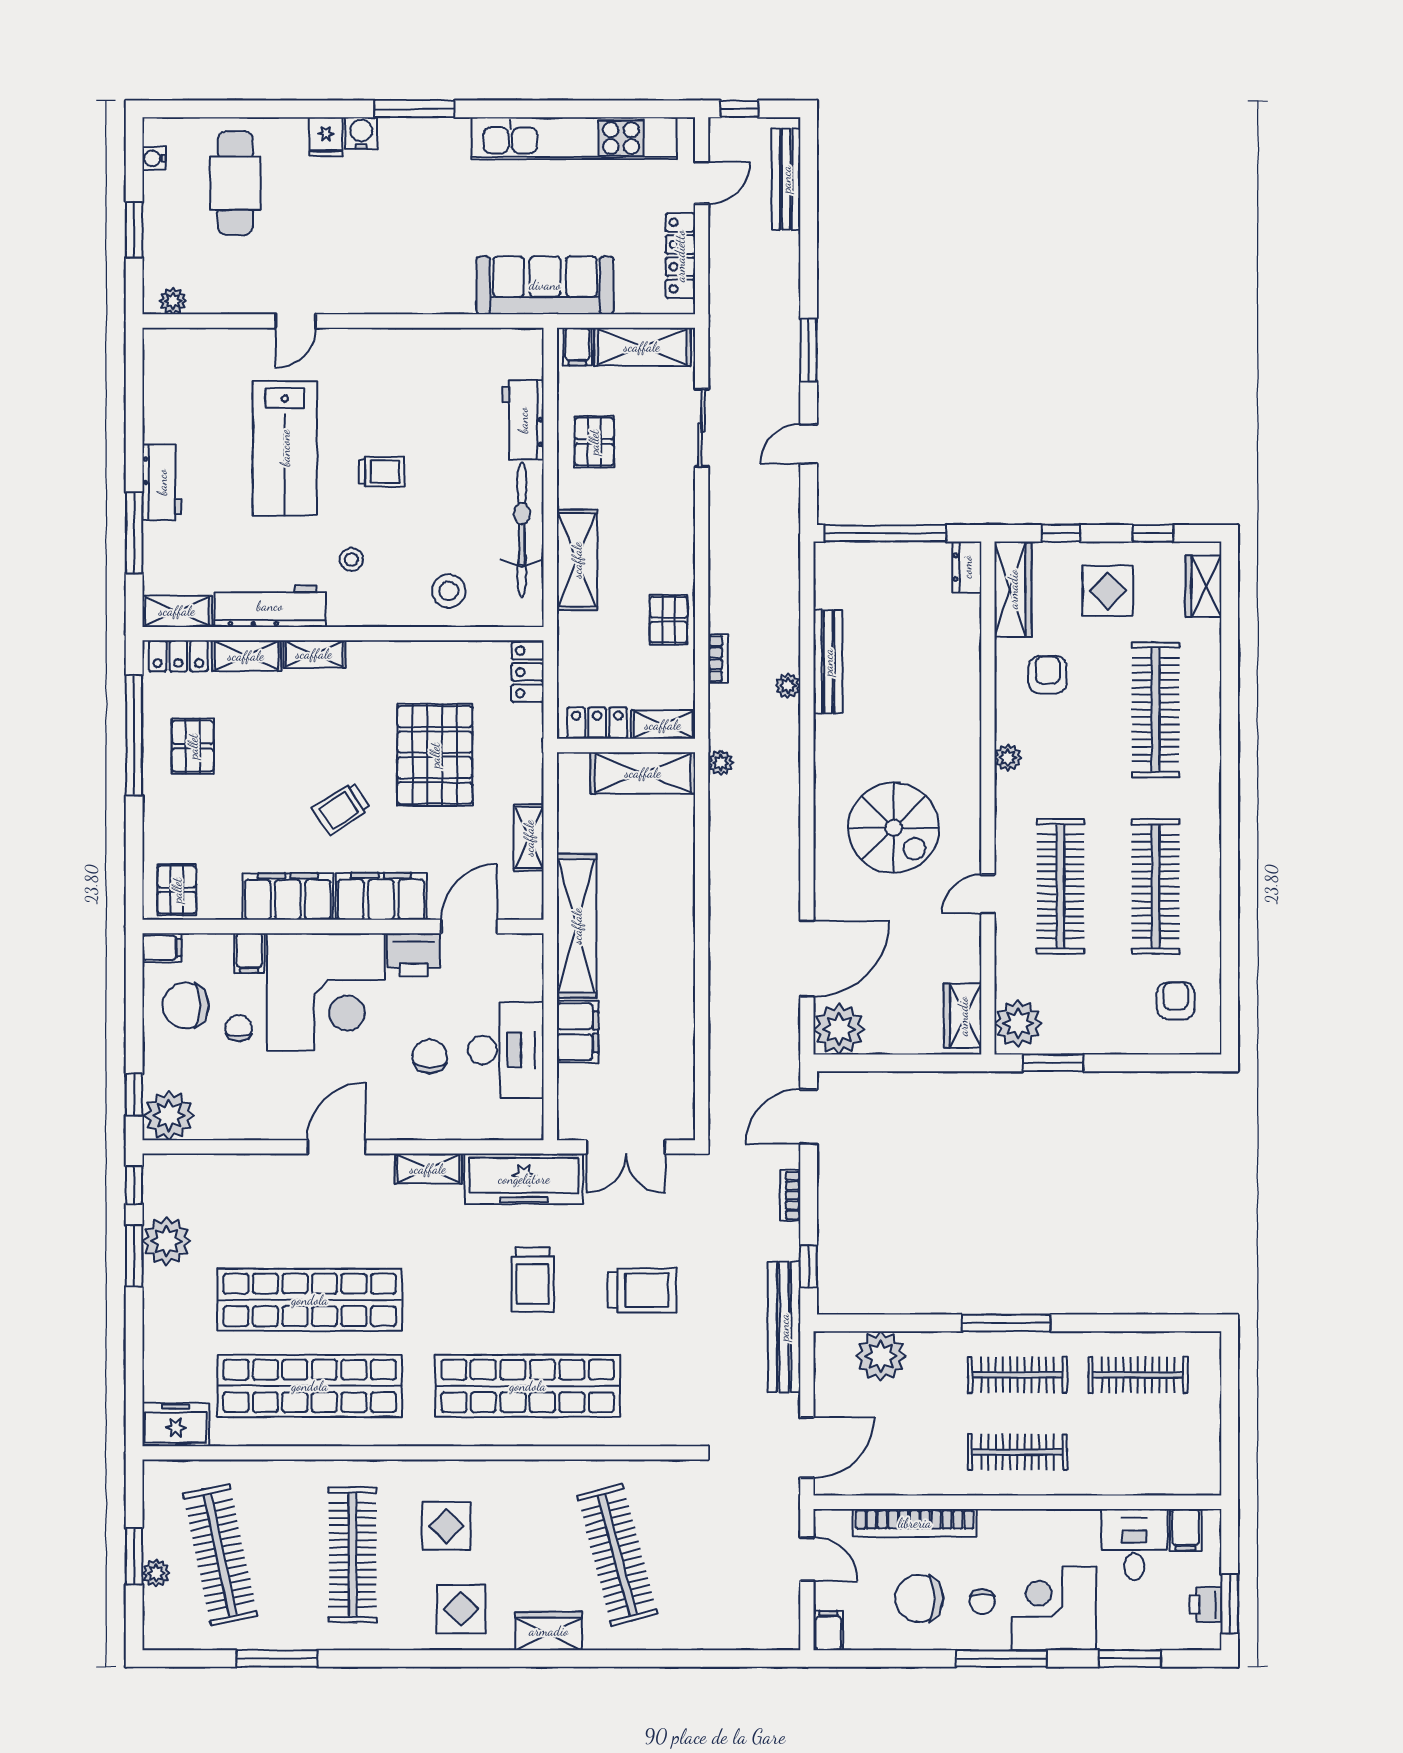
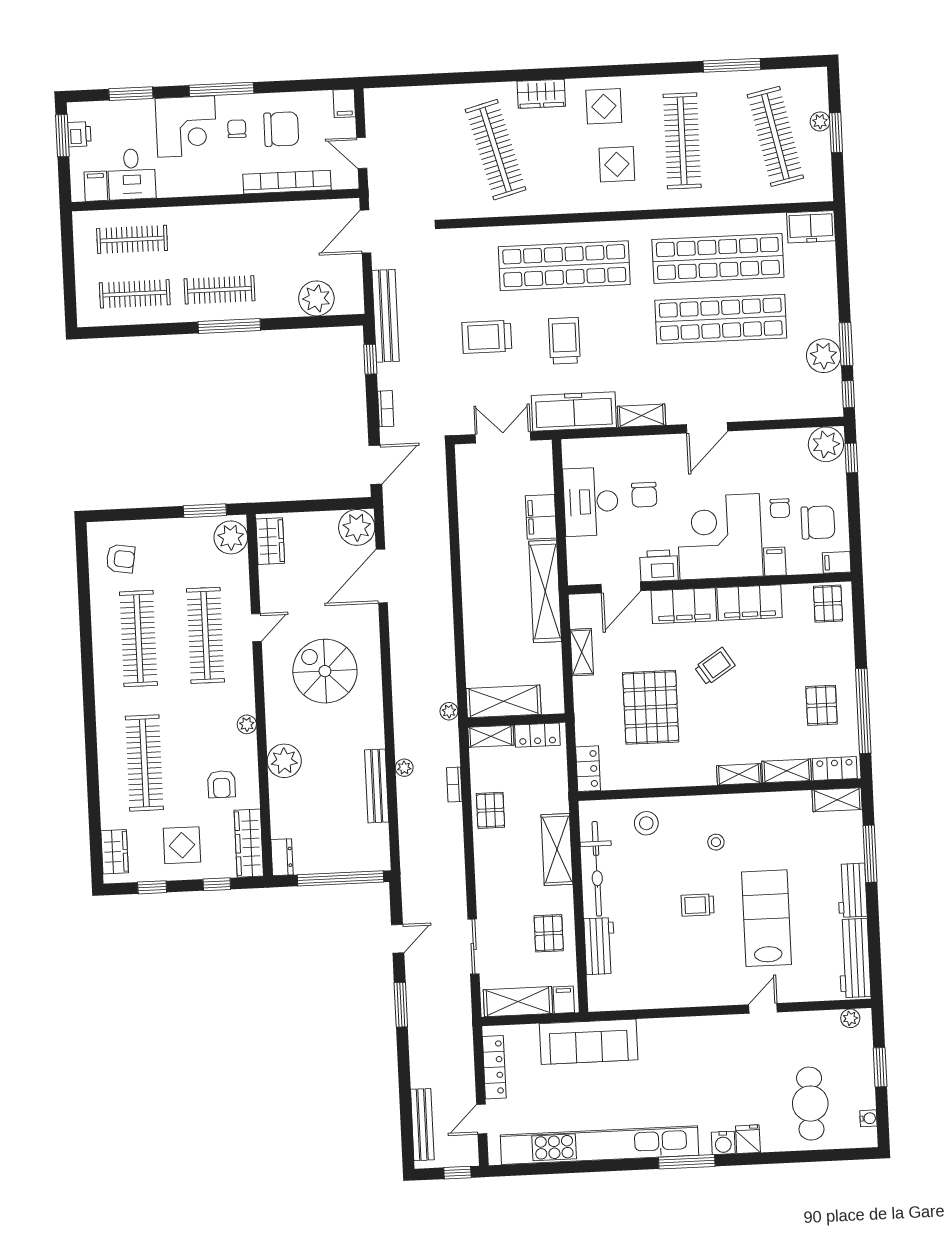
kitchen unit: (574, 138) -> (599, 1145), width x1.36
workbench: (270, 606) -> (854, 958), moved, turned 90
plant: (957, 704) -> (284, 761), added
armchair: (1176, 1001) -> (120, 559), turned -81
clothes rail: (1017, 1452) -> (132, 239), moved

